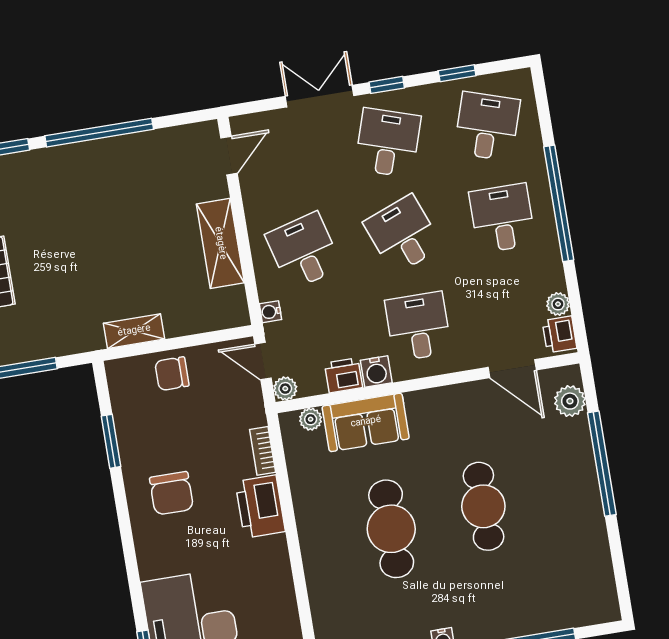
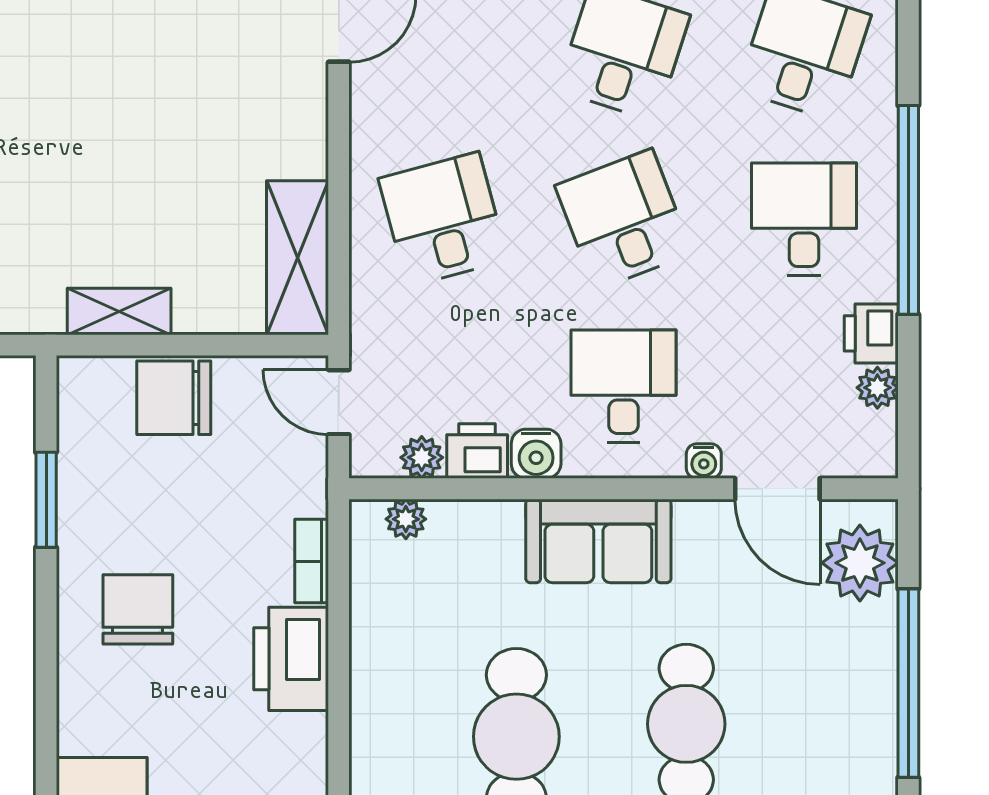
shelving: (220, 243) -> (298, 258), moved
water cooler: (270, 312) -> (704, 461), moved, turned -90
printer: (559, 334) -> (871, 333), moved
chair: (172, 374) -> (174, 398), width x1.37, depth x1.37
plant: (285, 389) -> (422, 457), moved
plant: (570, 401) -> (860, 563), width x1.36, depth x1.36
sofa: (366, 422) -> (598, 541), moved
chair: (171, 493) -> (138, 609), turned 180

